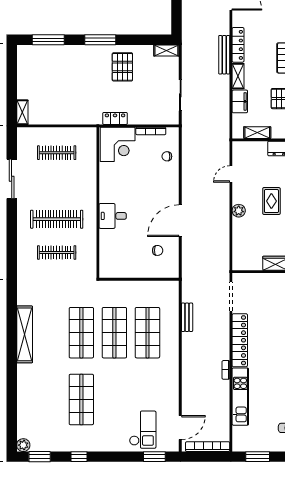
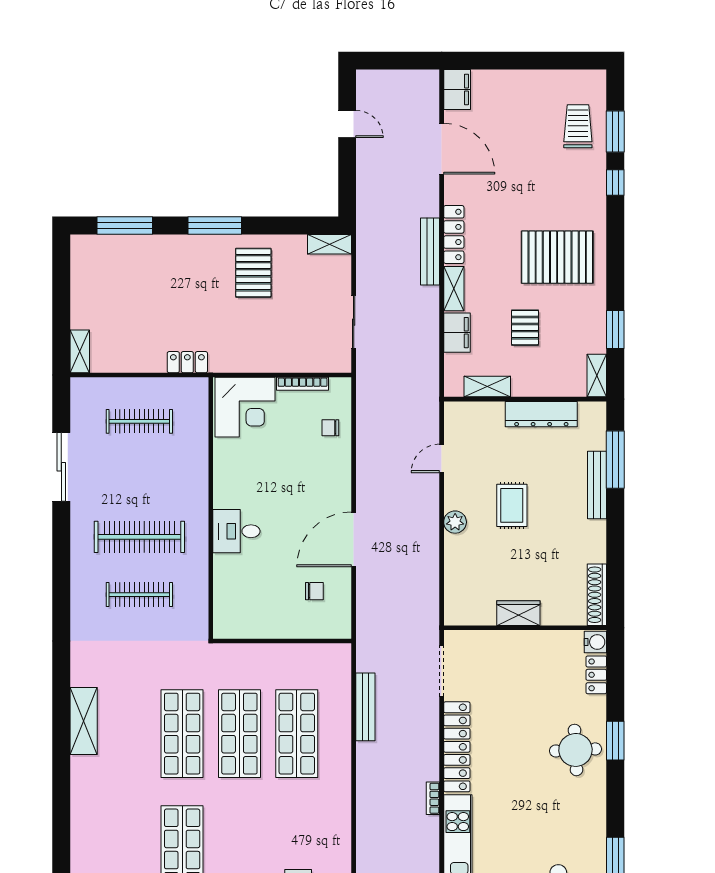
locker: (115, 118) -> (187, 362), moved
bench: (187, 317) -> (365, 707), width x1.36
shelving: (25, 334) -> (84, 721), width x0.68

